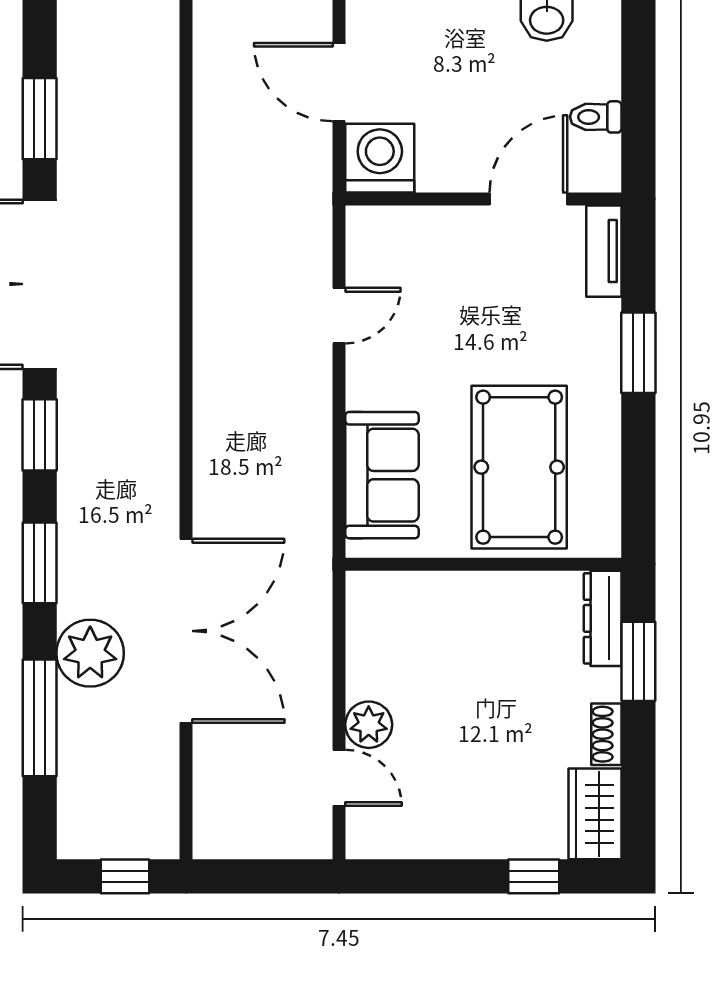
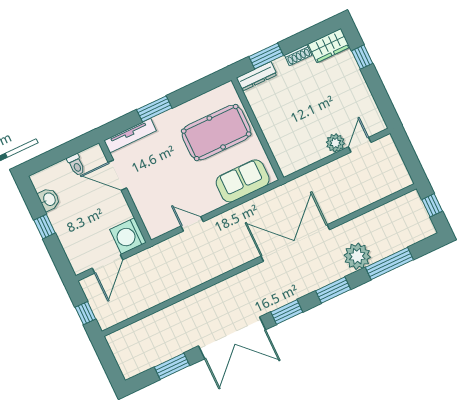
tv unit: (604, 251) -> (130, 136), width x1.41
double door: (186, 631) -> (295, 243), moved

